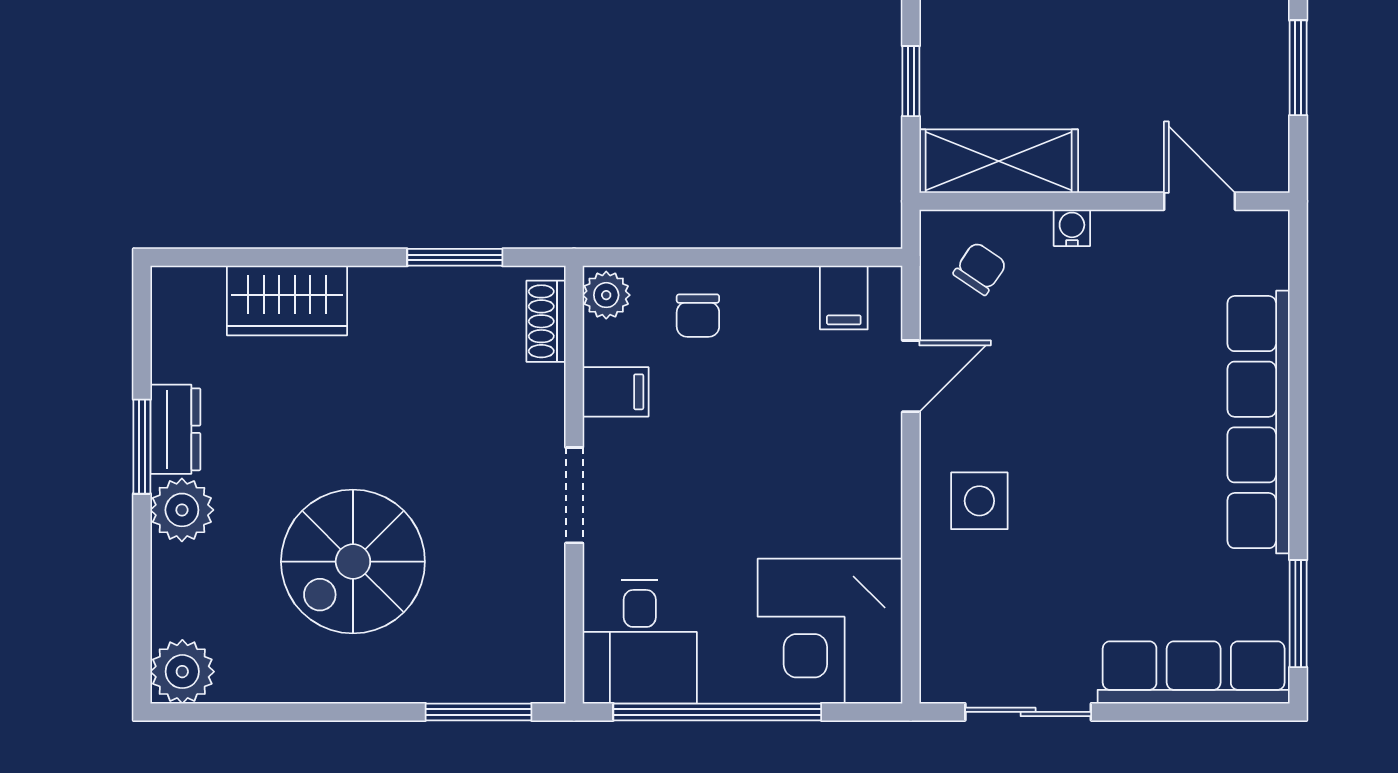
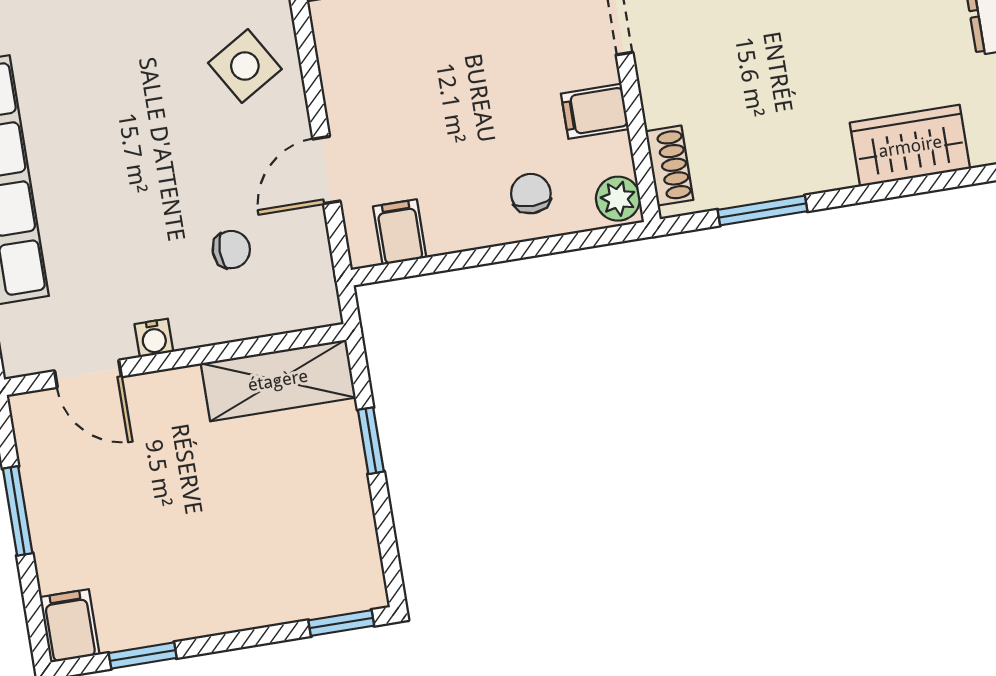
water cooler: (1072, 228) -> (154, 338), moved
chair: (980, 269) -> (231, 250), moved, turned -124
side table: (979, 501) -> (245, 66), turned -31

